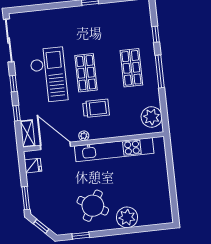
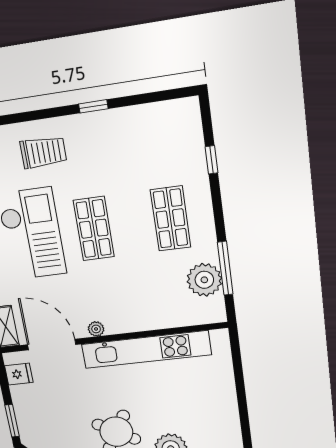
window: (160, 71) -> (225, 268), moved
trolley: (96, 108) -> (43, 152), moved
plant: (152, 117) -> (204, 280), moved

